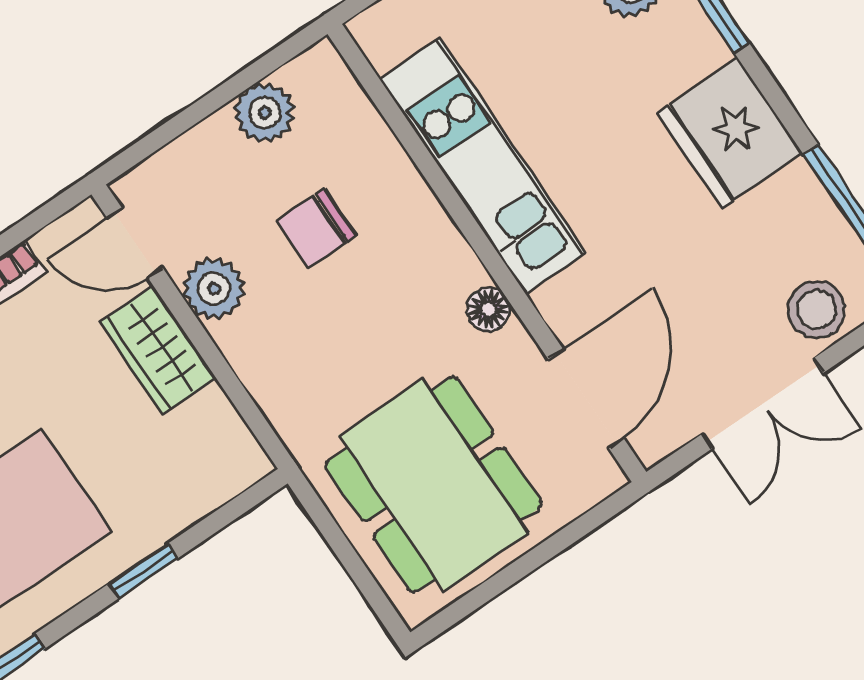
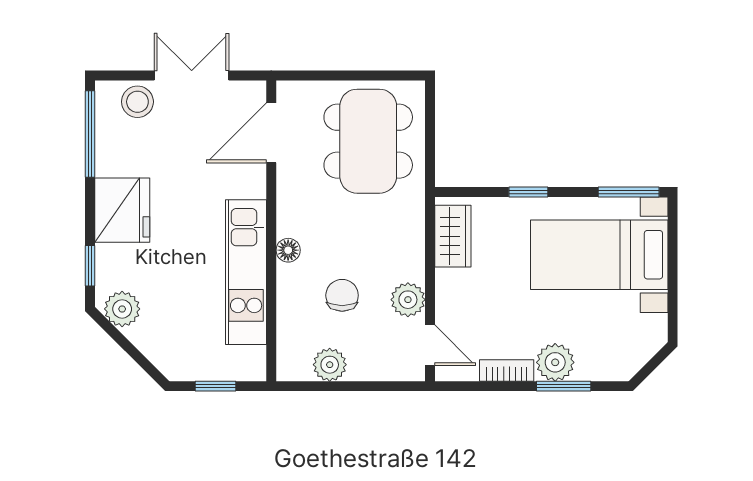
chair: (316, 228) -> (342, 295), turned -90
floor lamp: (488, 309) -> (288, 250), moved
wardrobe: (158, 350) -> (453, 236), moved

